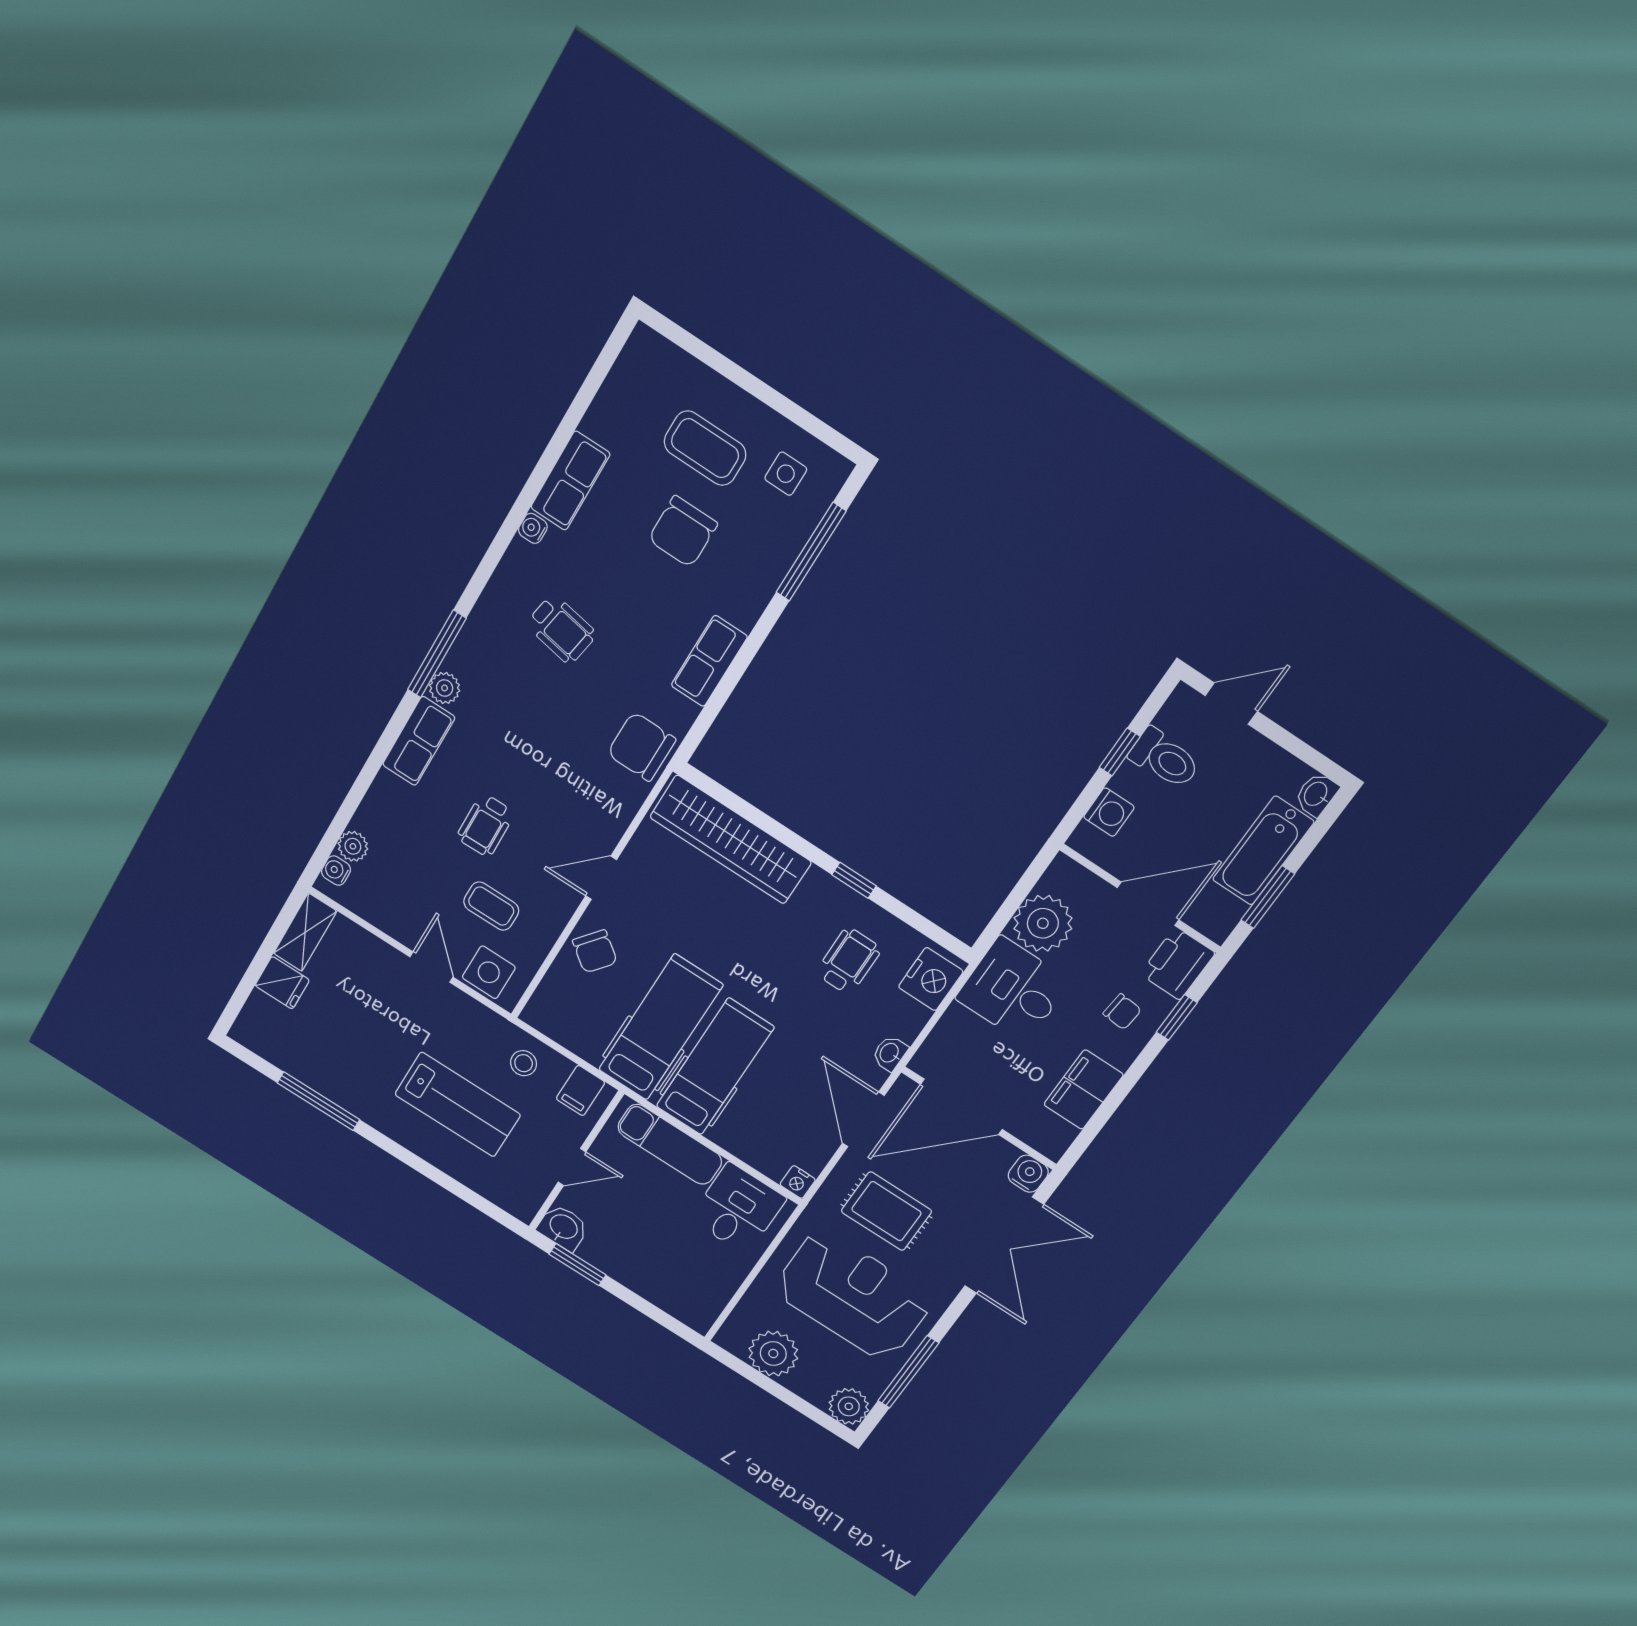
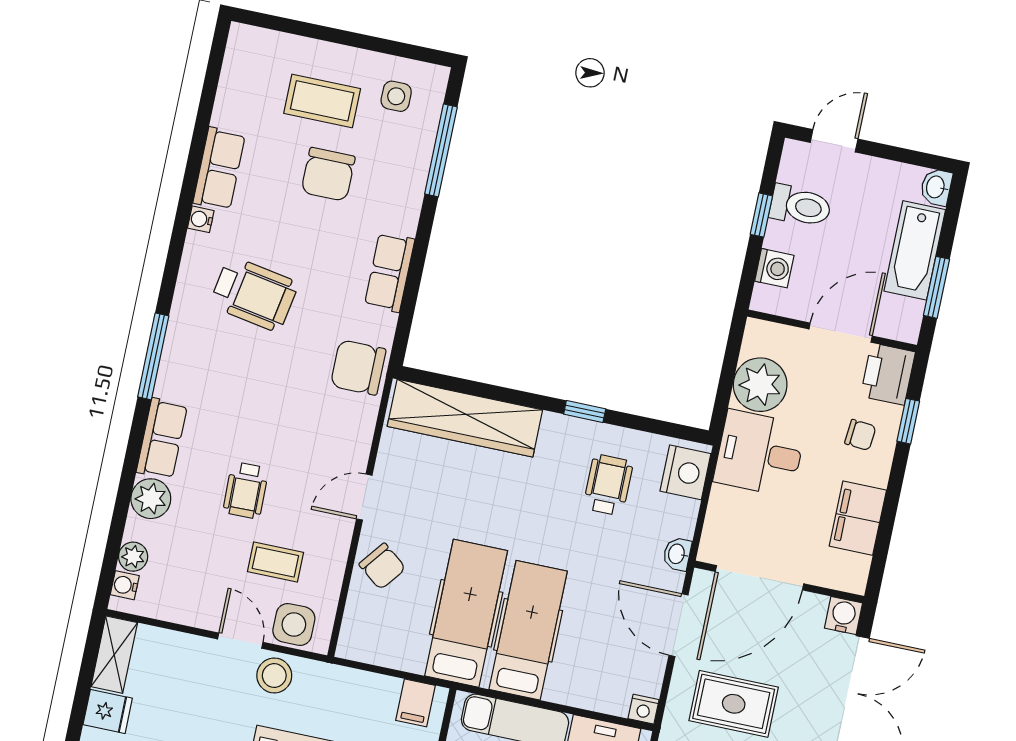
wheelchair: (561, 629) -> (254, 294), width x1.36, depth x1.37
plant: (445, 688) -> (151, 499), moved, width x1.38, depth x1.38
stool: (524, 1063) -> (274, 676), moved, width x1.37, depth x1.37

